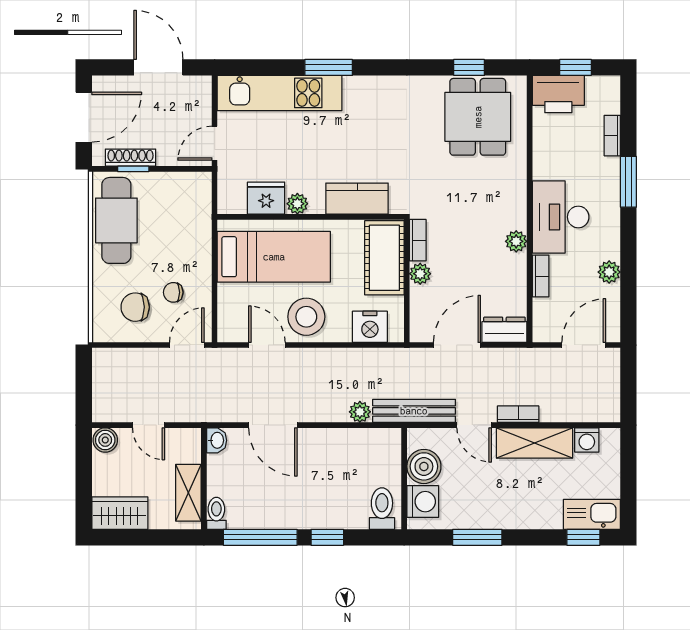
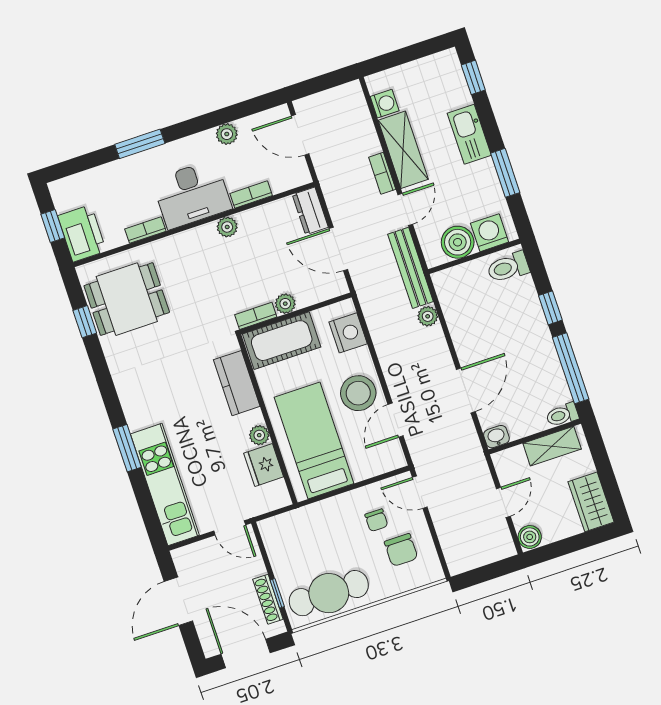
bookcase: (612, 136) -> (145, 230), moved, turned 180
kitchen sink: (592, 514) -> (469, 134), moved

